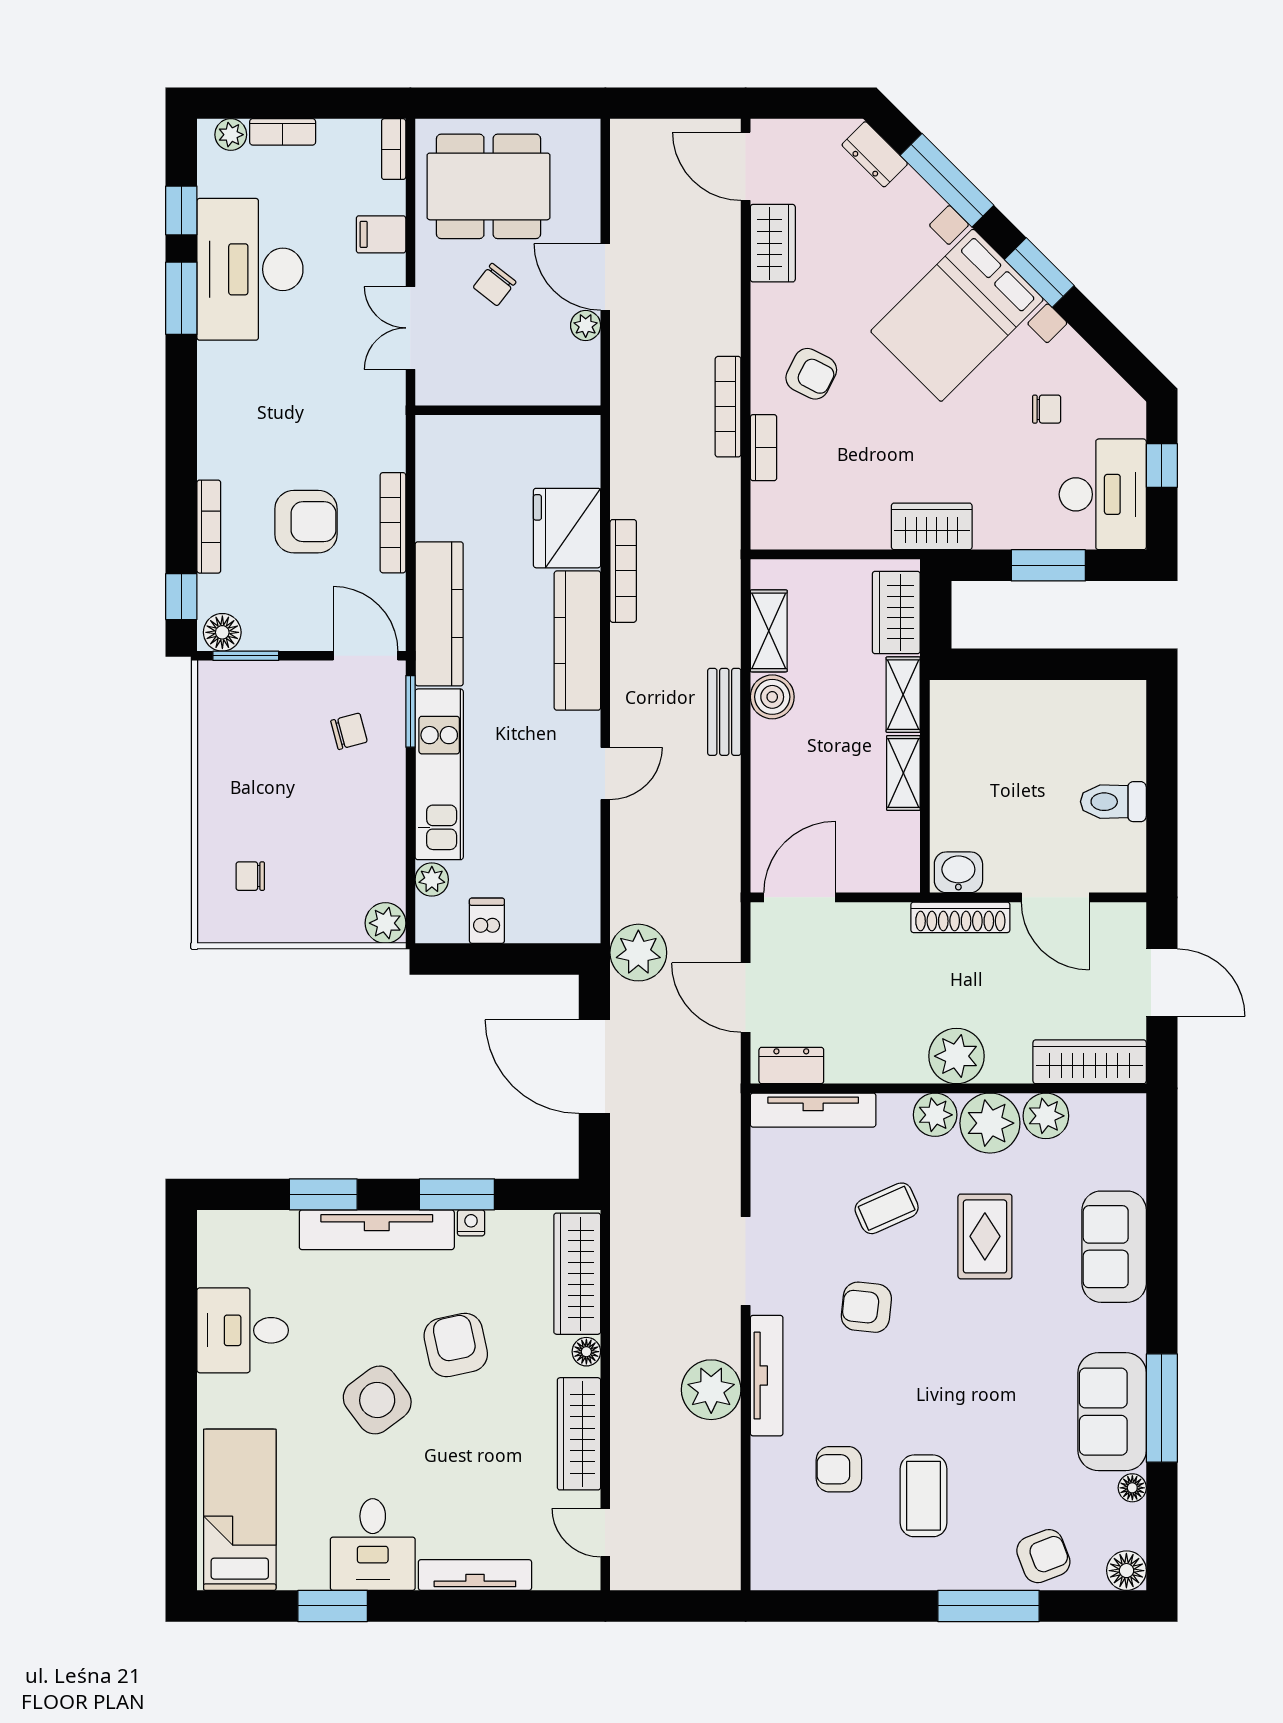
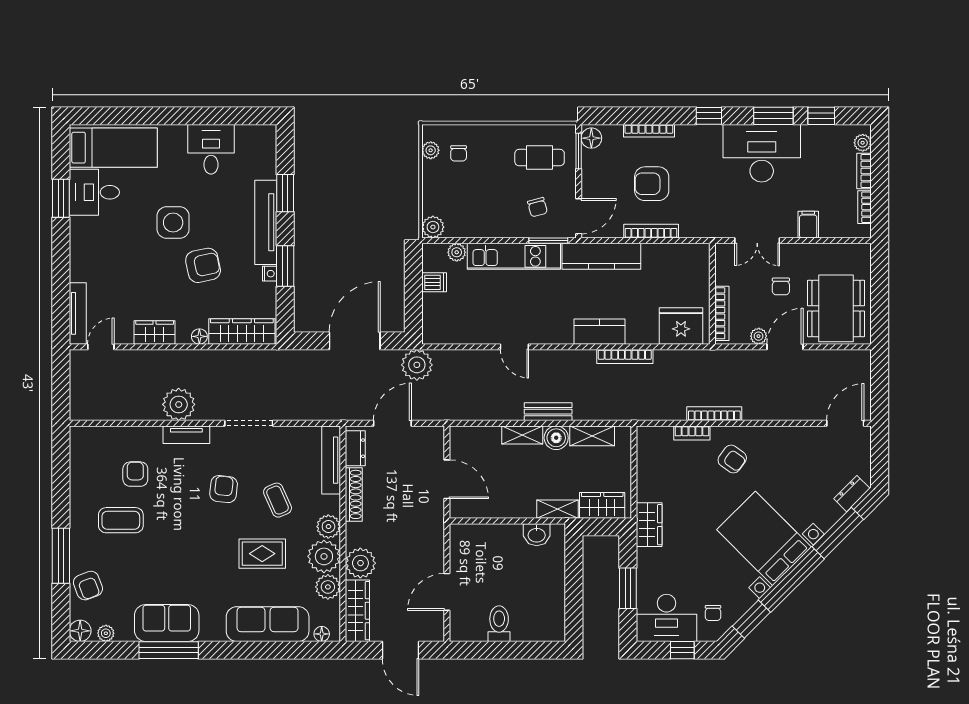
bookcase: (394, 149) -> (865, 207), moved, turned -90
dining table: (489, 186) -> (836, 308), moved
wardrobe: (773, 243) -> (803, 438), removed
desk: (250, 269) -> (762, 153), moved
window: (1039, 273) -> (751, 619), moved
chair: (495, 285) -> (781, 286), turned -128
double door: (410, 328) -> (757, 241), swing flipped
armchair: (811, 374) -> (732, 459), turned -81
bookcase: (544, 393) -> (722, 313), added
chair: (1047, 409) -> (713, 613), moved
armchair: (306, 522) -> (652, 184), turned 90
fridge: (567, 528) -> (681, 326), moved
window: (181, 597) -> (709, 116), moved
kitchen counter: (577, 641) -> (600, 332), width x0.67
cafe table: (258, 727) -> (540, 158), added
shelving: (903, 773) -> (522, 435), moved
washbasin: (958, 872) -> (537, 535), moved, turned 90
chair: (250, 876) -> (459, 153), turned 180
door: (800, 897) -> (447, 479), moved
shoe rack: (960, 917) -> (354, 494), moved, turned 180
plant: (245, 927) -> (431, 150), added
door: (1162, 983) -> (400, 650), hinge flipped
plant: (956, 1056) -> (360, 563), moved
sofa: (1114, 1247) -> (268, 624), width x1.36
tv unit: (767, 1376) -> (186, 435), width x0.71
side table: (377, 1400) -> (173, 223), turned 37
wardrobe: (579, 1434) -> (155, 332), width x0.67
floor lamp: (1132, 1488) -> (322, 634), moved
plant: (1131, 1523) -> (106, 633), added
desk: (373, 1545) -> (94, 192), moved
tv unit: (475, 1575) -> (78, 313), moved

